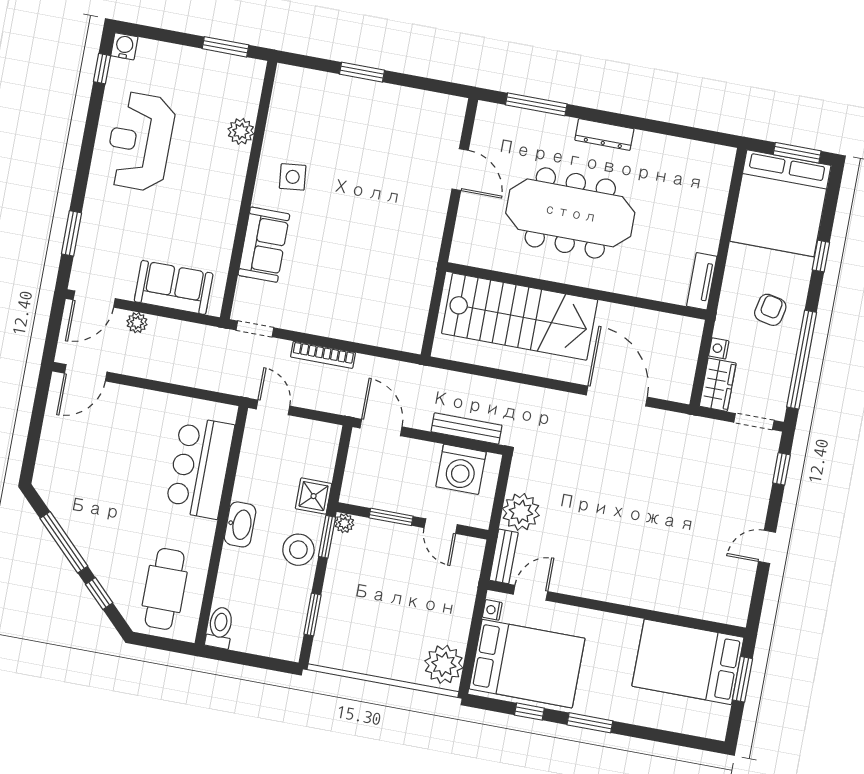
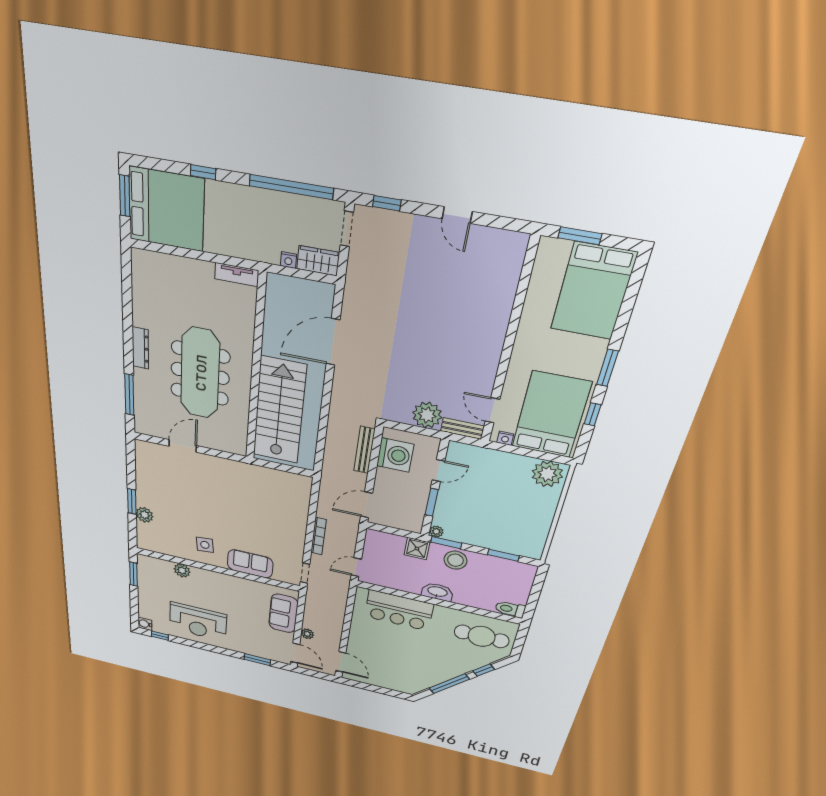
plant: (340, 88) -> (145, 515), added
armchair: (770, 310) -> (253, 216), removed
bed: (688, 662) -> (593, 291), moved

